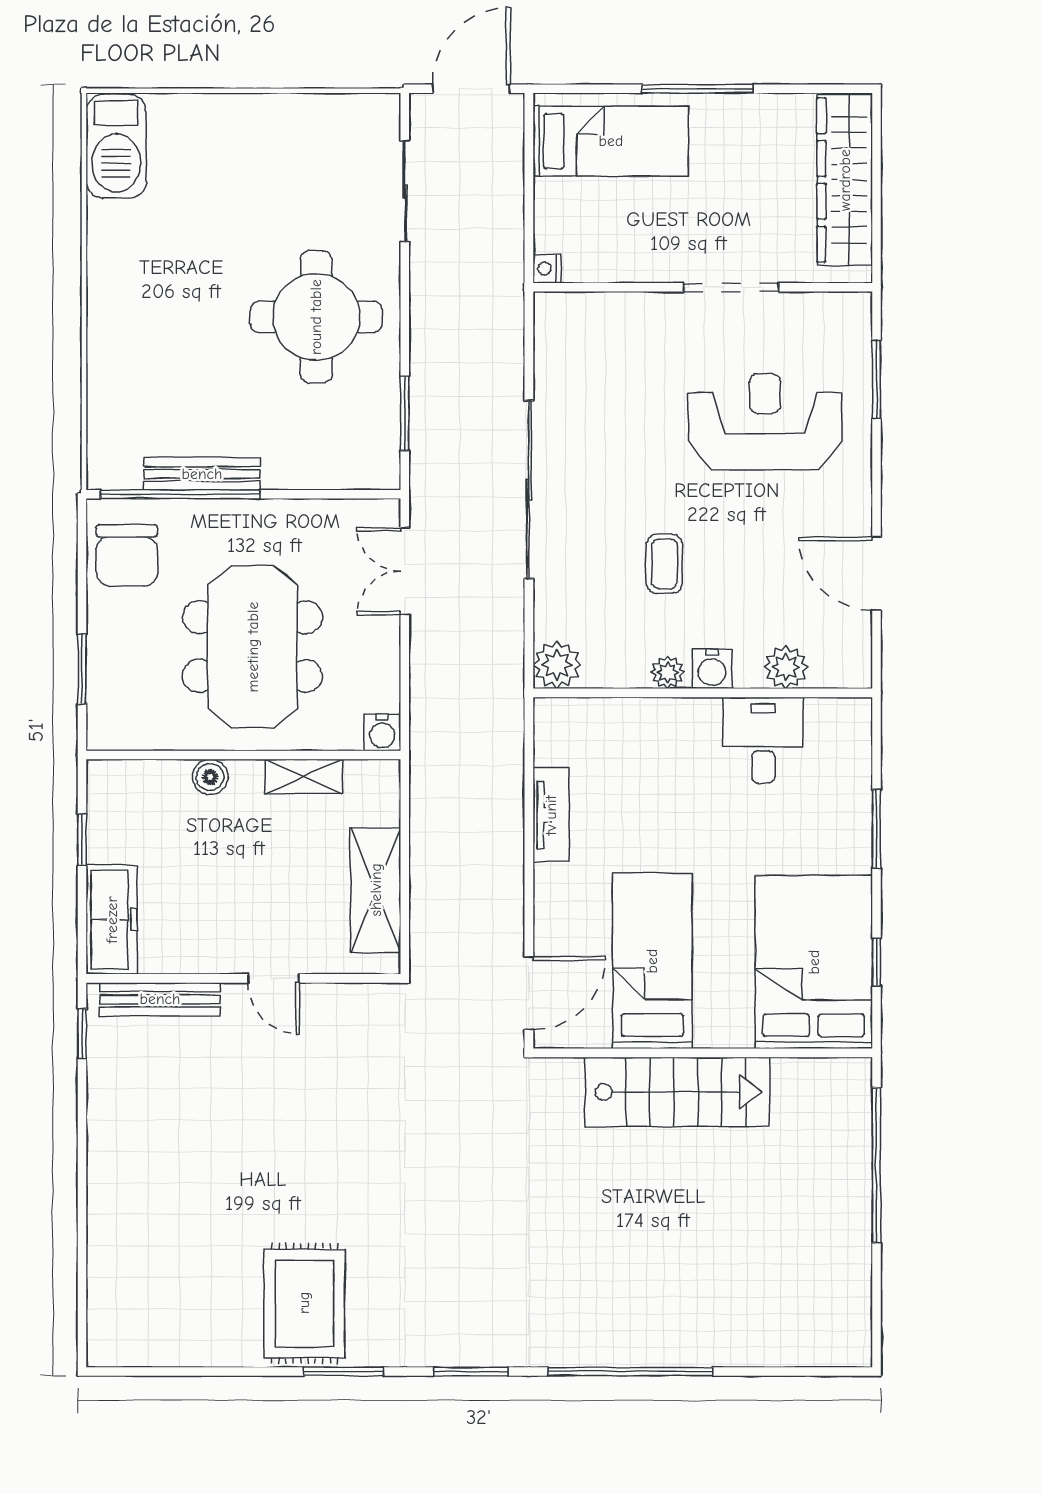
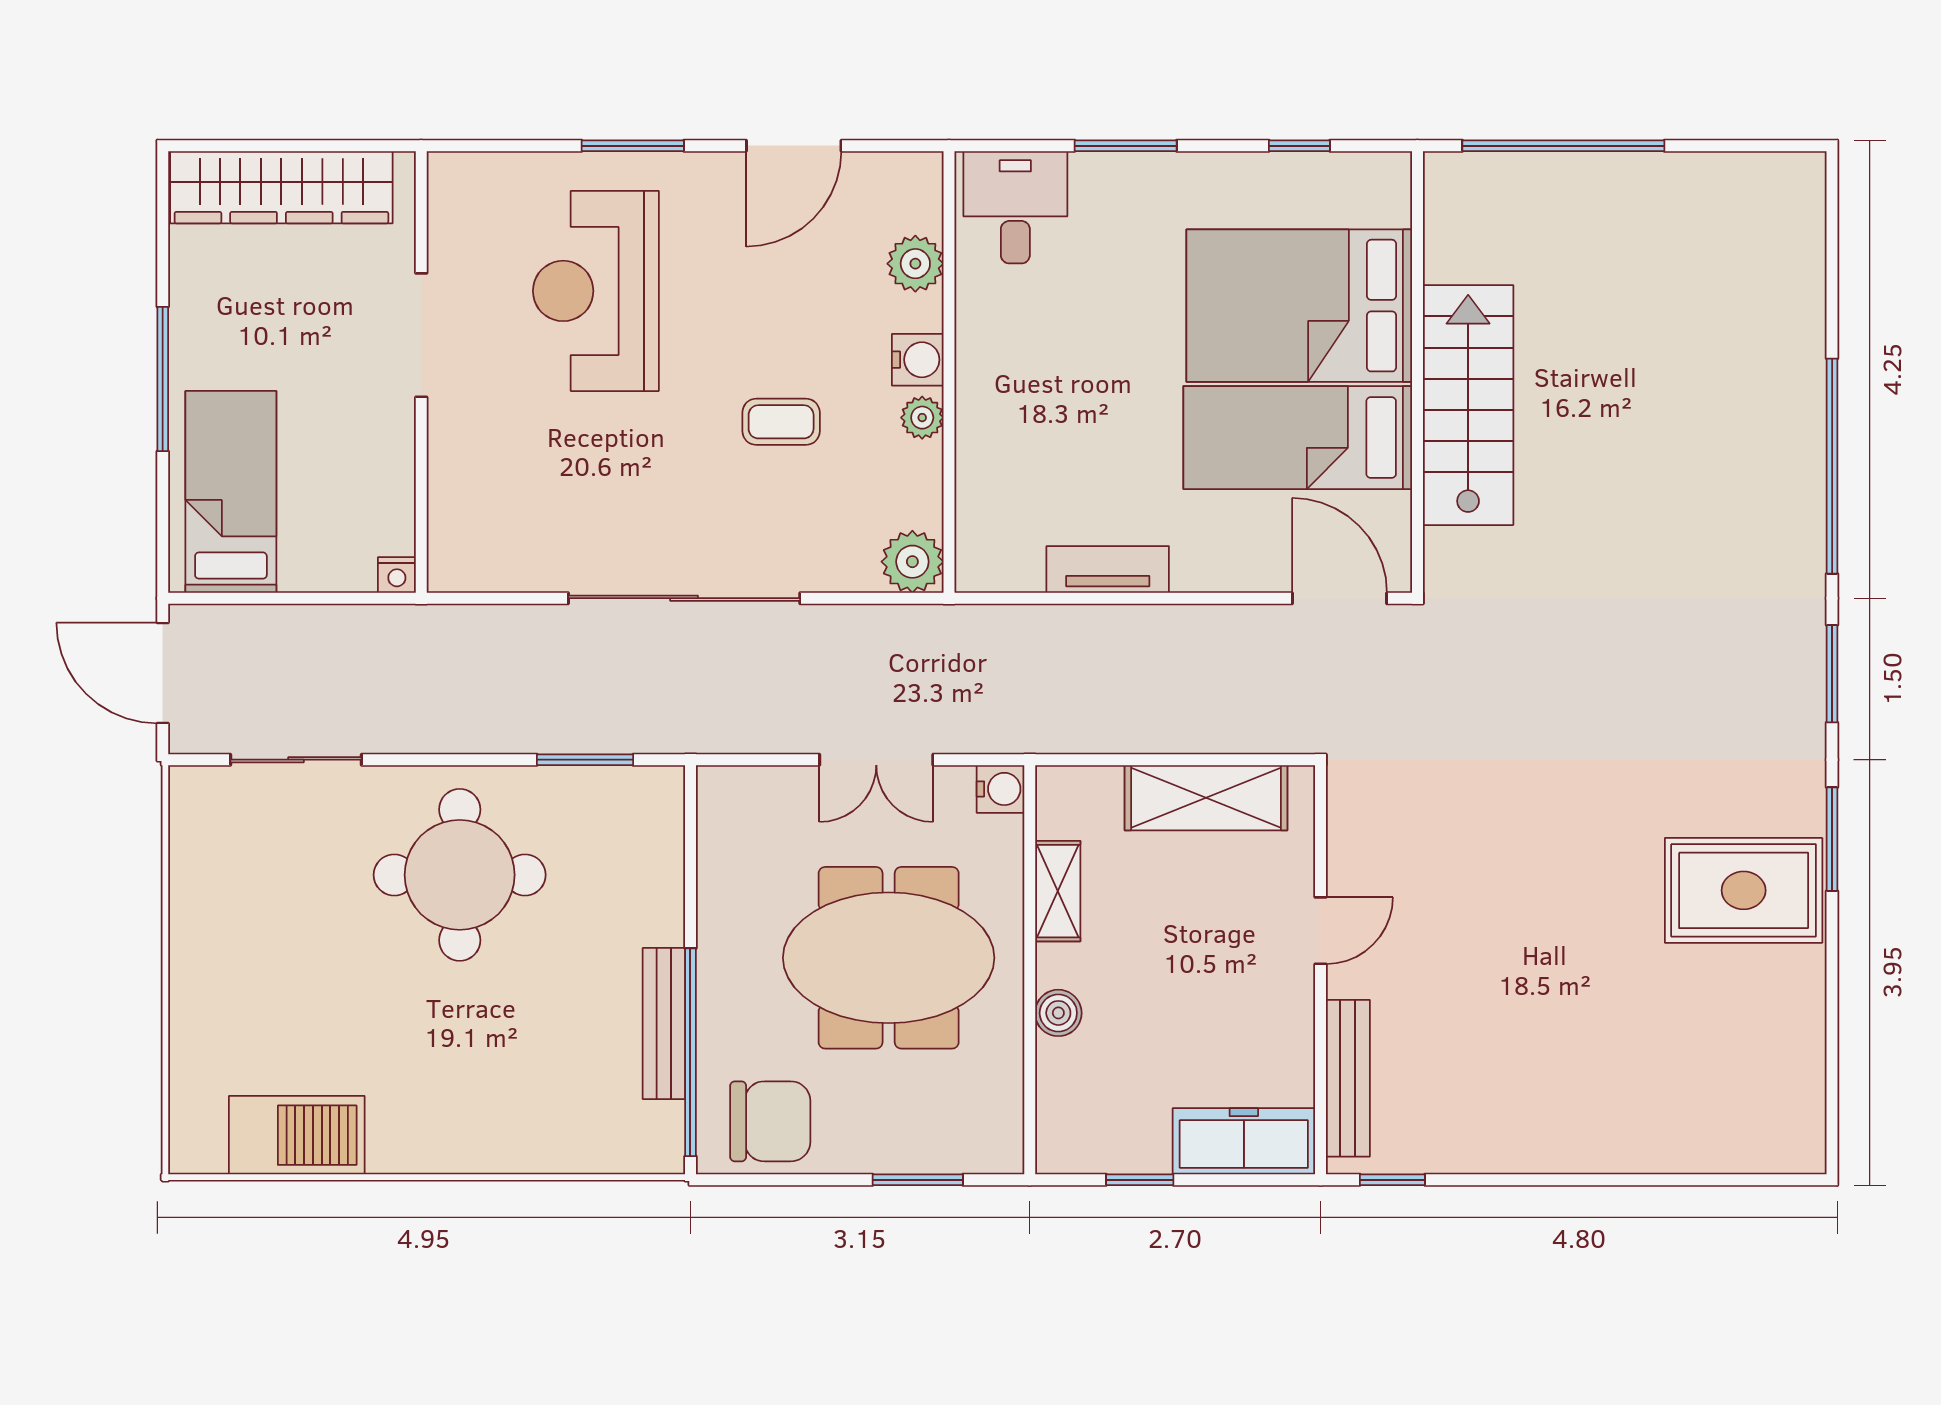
barbecue: (116, 146) -> (297, 1135), moved
window: (876, 379) -> (633, 146), moved
double door: (405, 571) -> (876, 760), moved
desk: (763, 740) -> (1015, 207), moved, turned 90
bed: (814, 962) -> (1299, 306), moved

